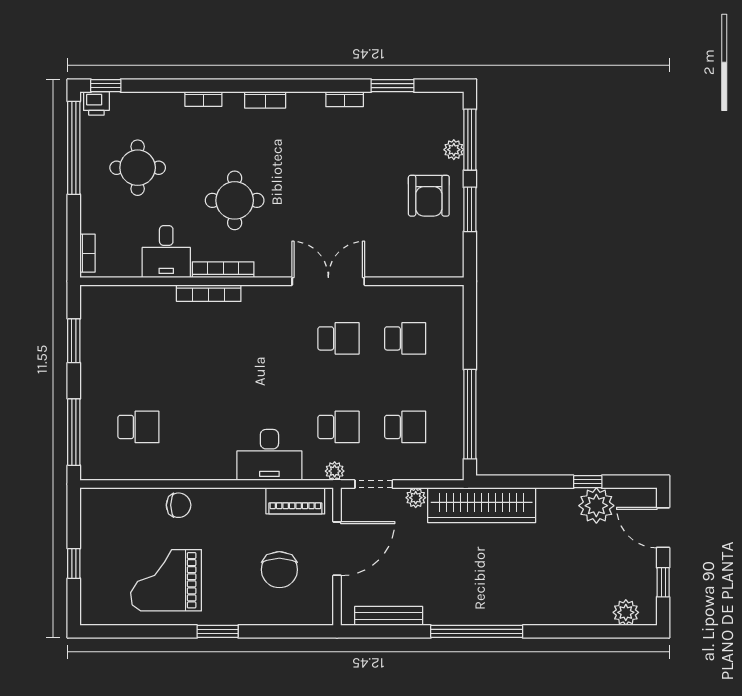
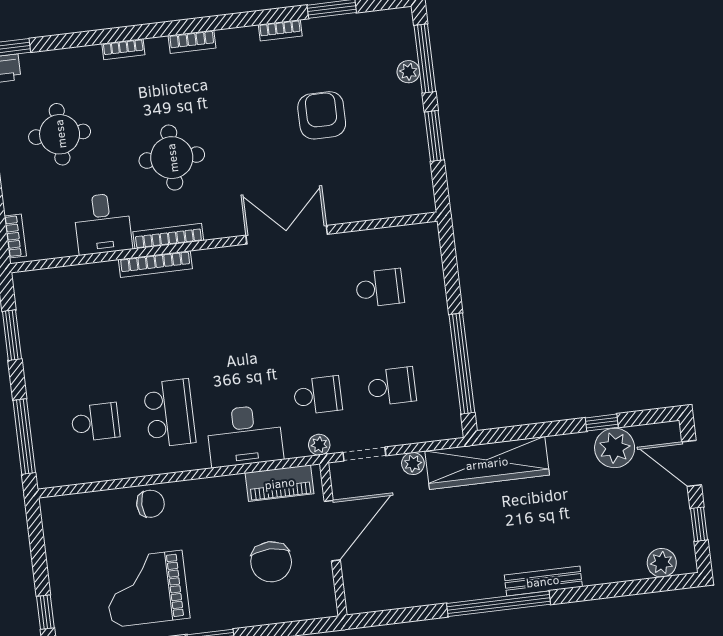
armchair: (429, 196) -> (322, 115), moved, turned 180
school desk: (338, 338) -> (169, 413), moved, width x1.85
window: (74, 563) -> (45, 612), moved
bench: (389, 616) -> (543, 581), moved

